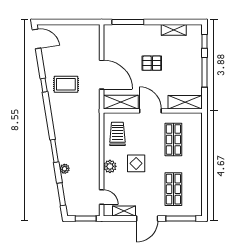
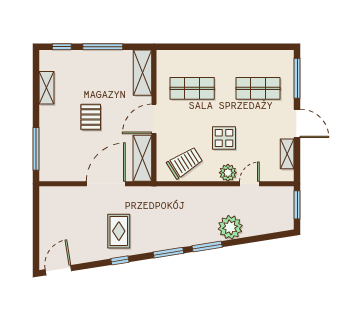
trolley: (117, 134) -> (185, 163), turned 148
plant: (65, 169) -> (230, 227), width x1.87, depth x1.87
window: (61, 194) -> (168, 253), moved
door: (102, 197) -> (249, 184), moved

